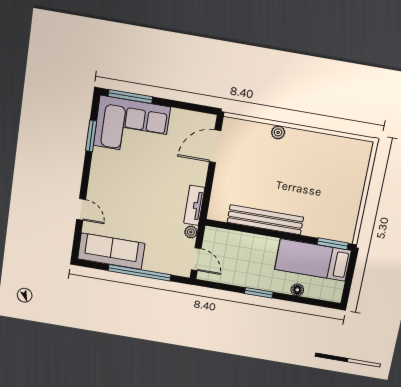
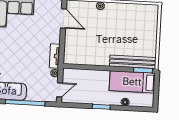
door: (215, 146) -> (63, 18), swing flipped
bench: (265, 220) -> (133, 62), moved
door: (196, 259) -> (60, 90), hinge flipped

